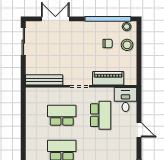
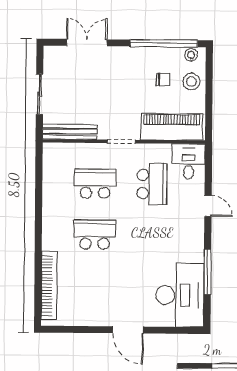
sliding door: (23, 42) -> (40, 94), moved
piano: (108, 78) -> (172, 127), width x1.37, depth x1.33

